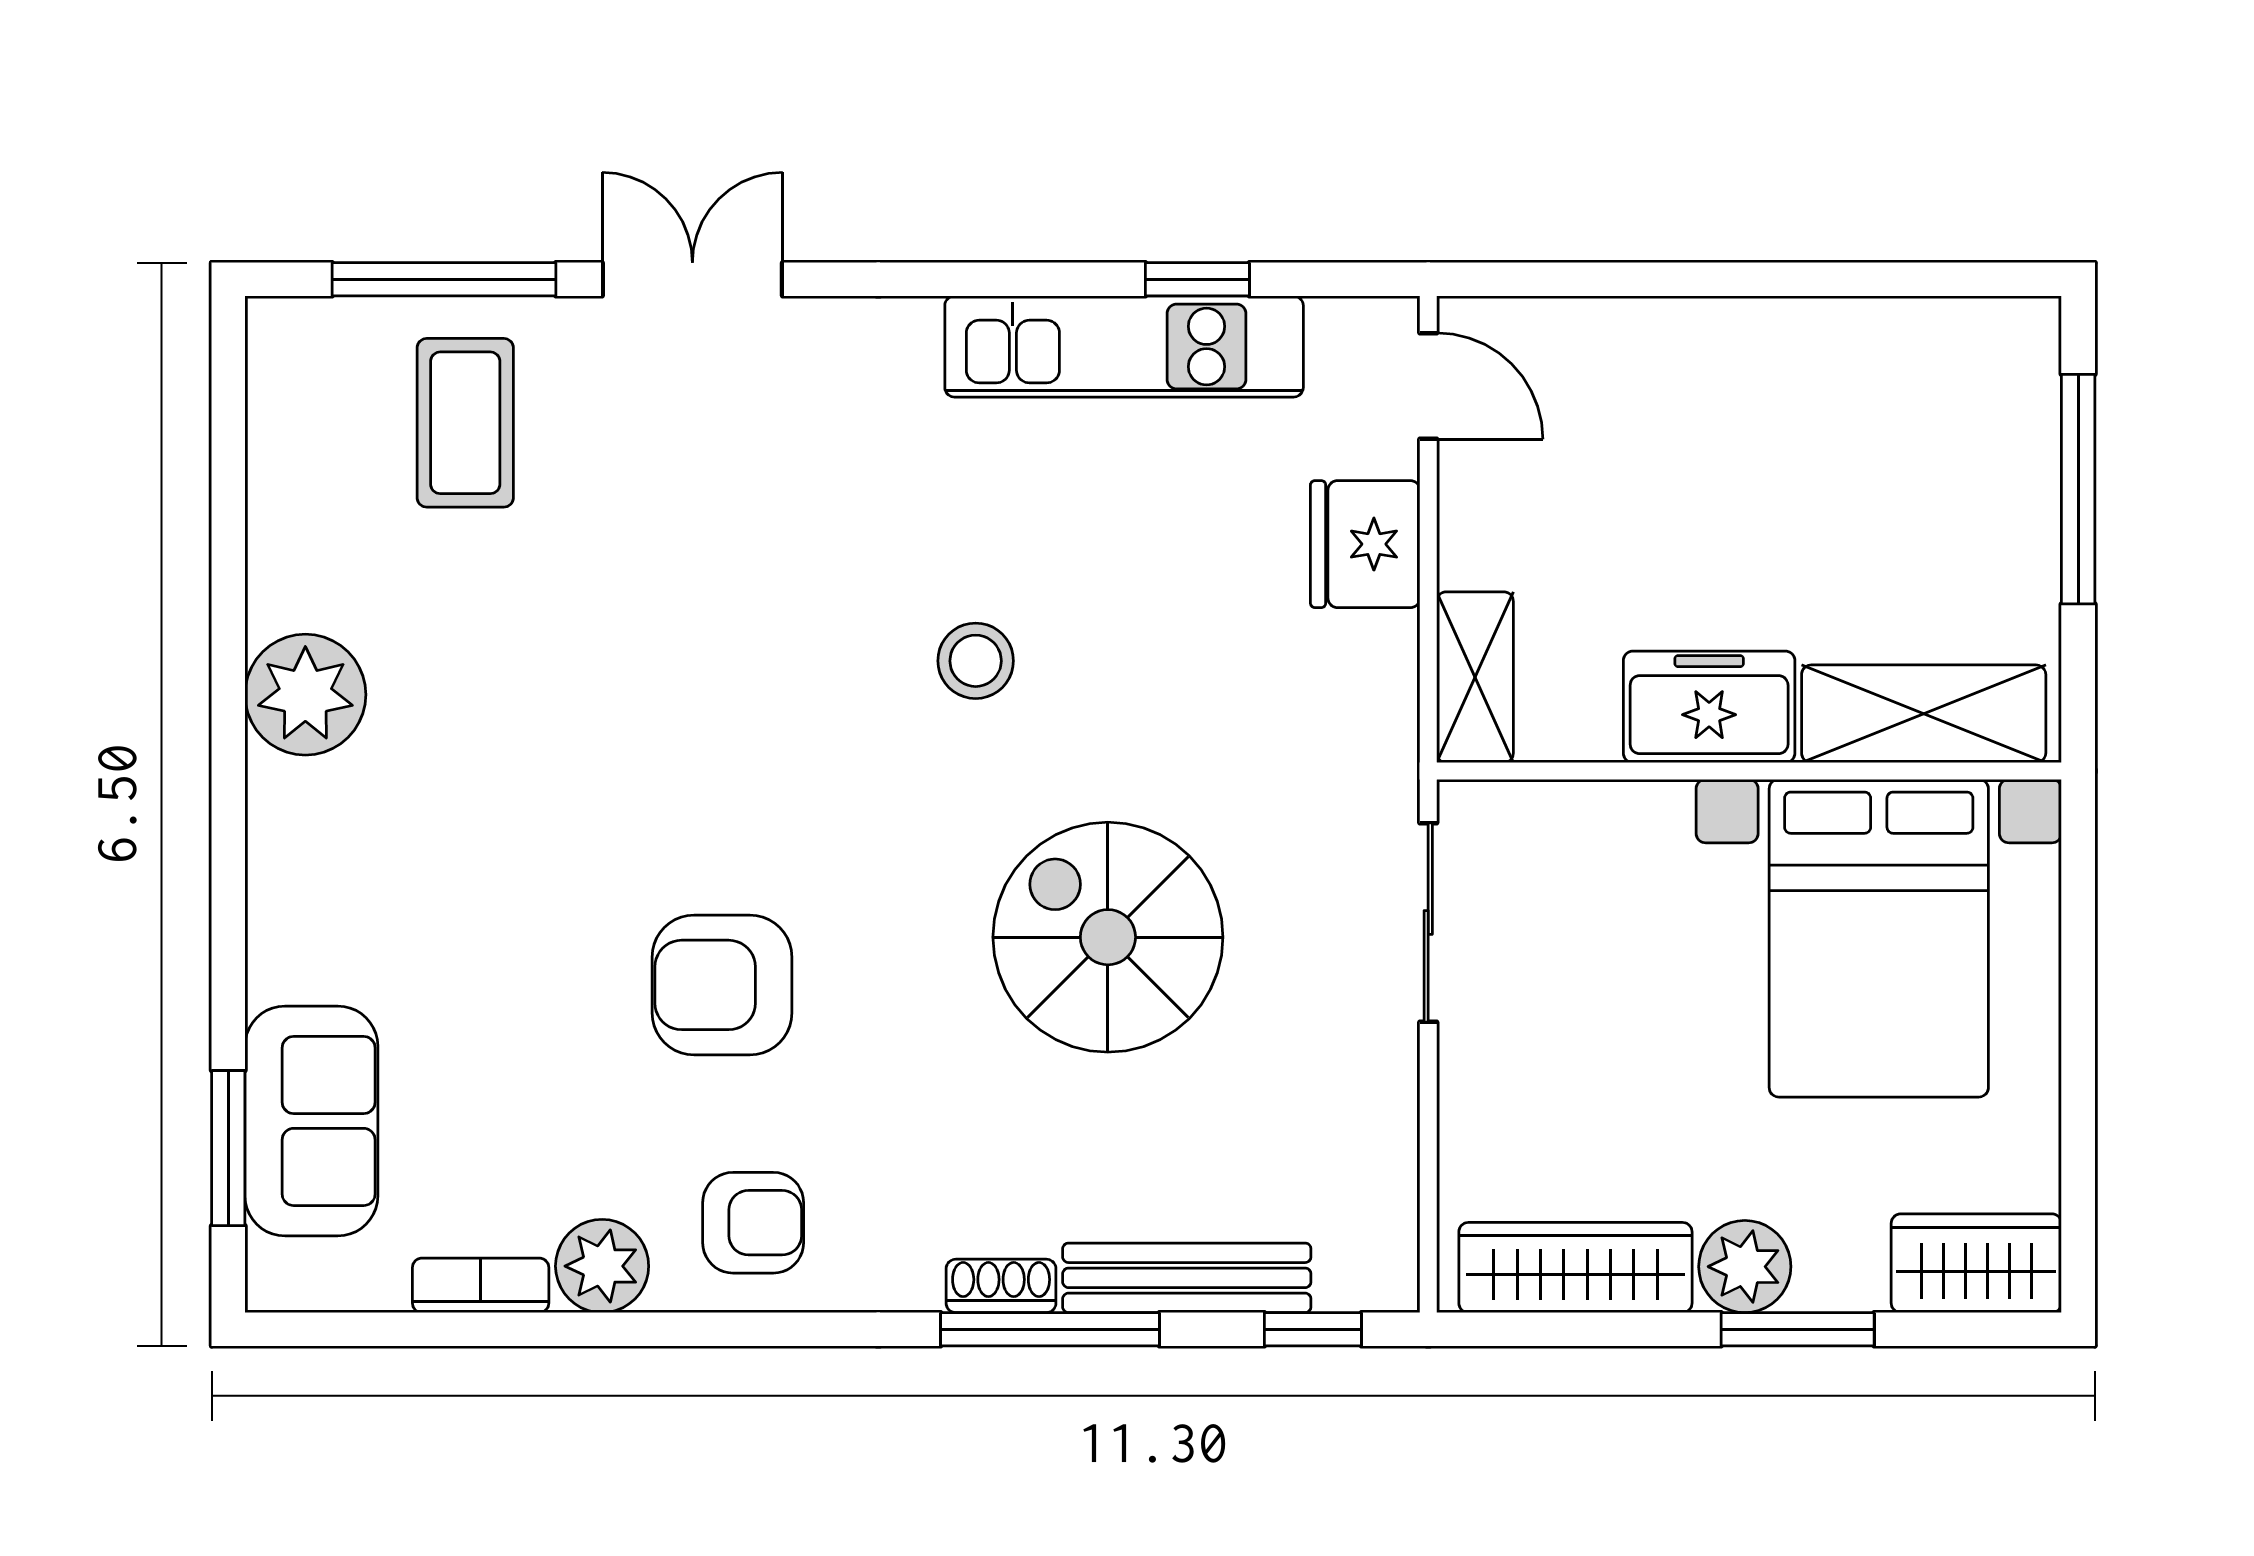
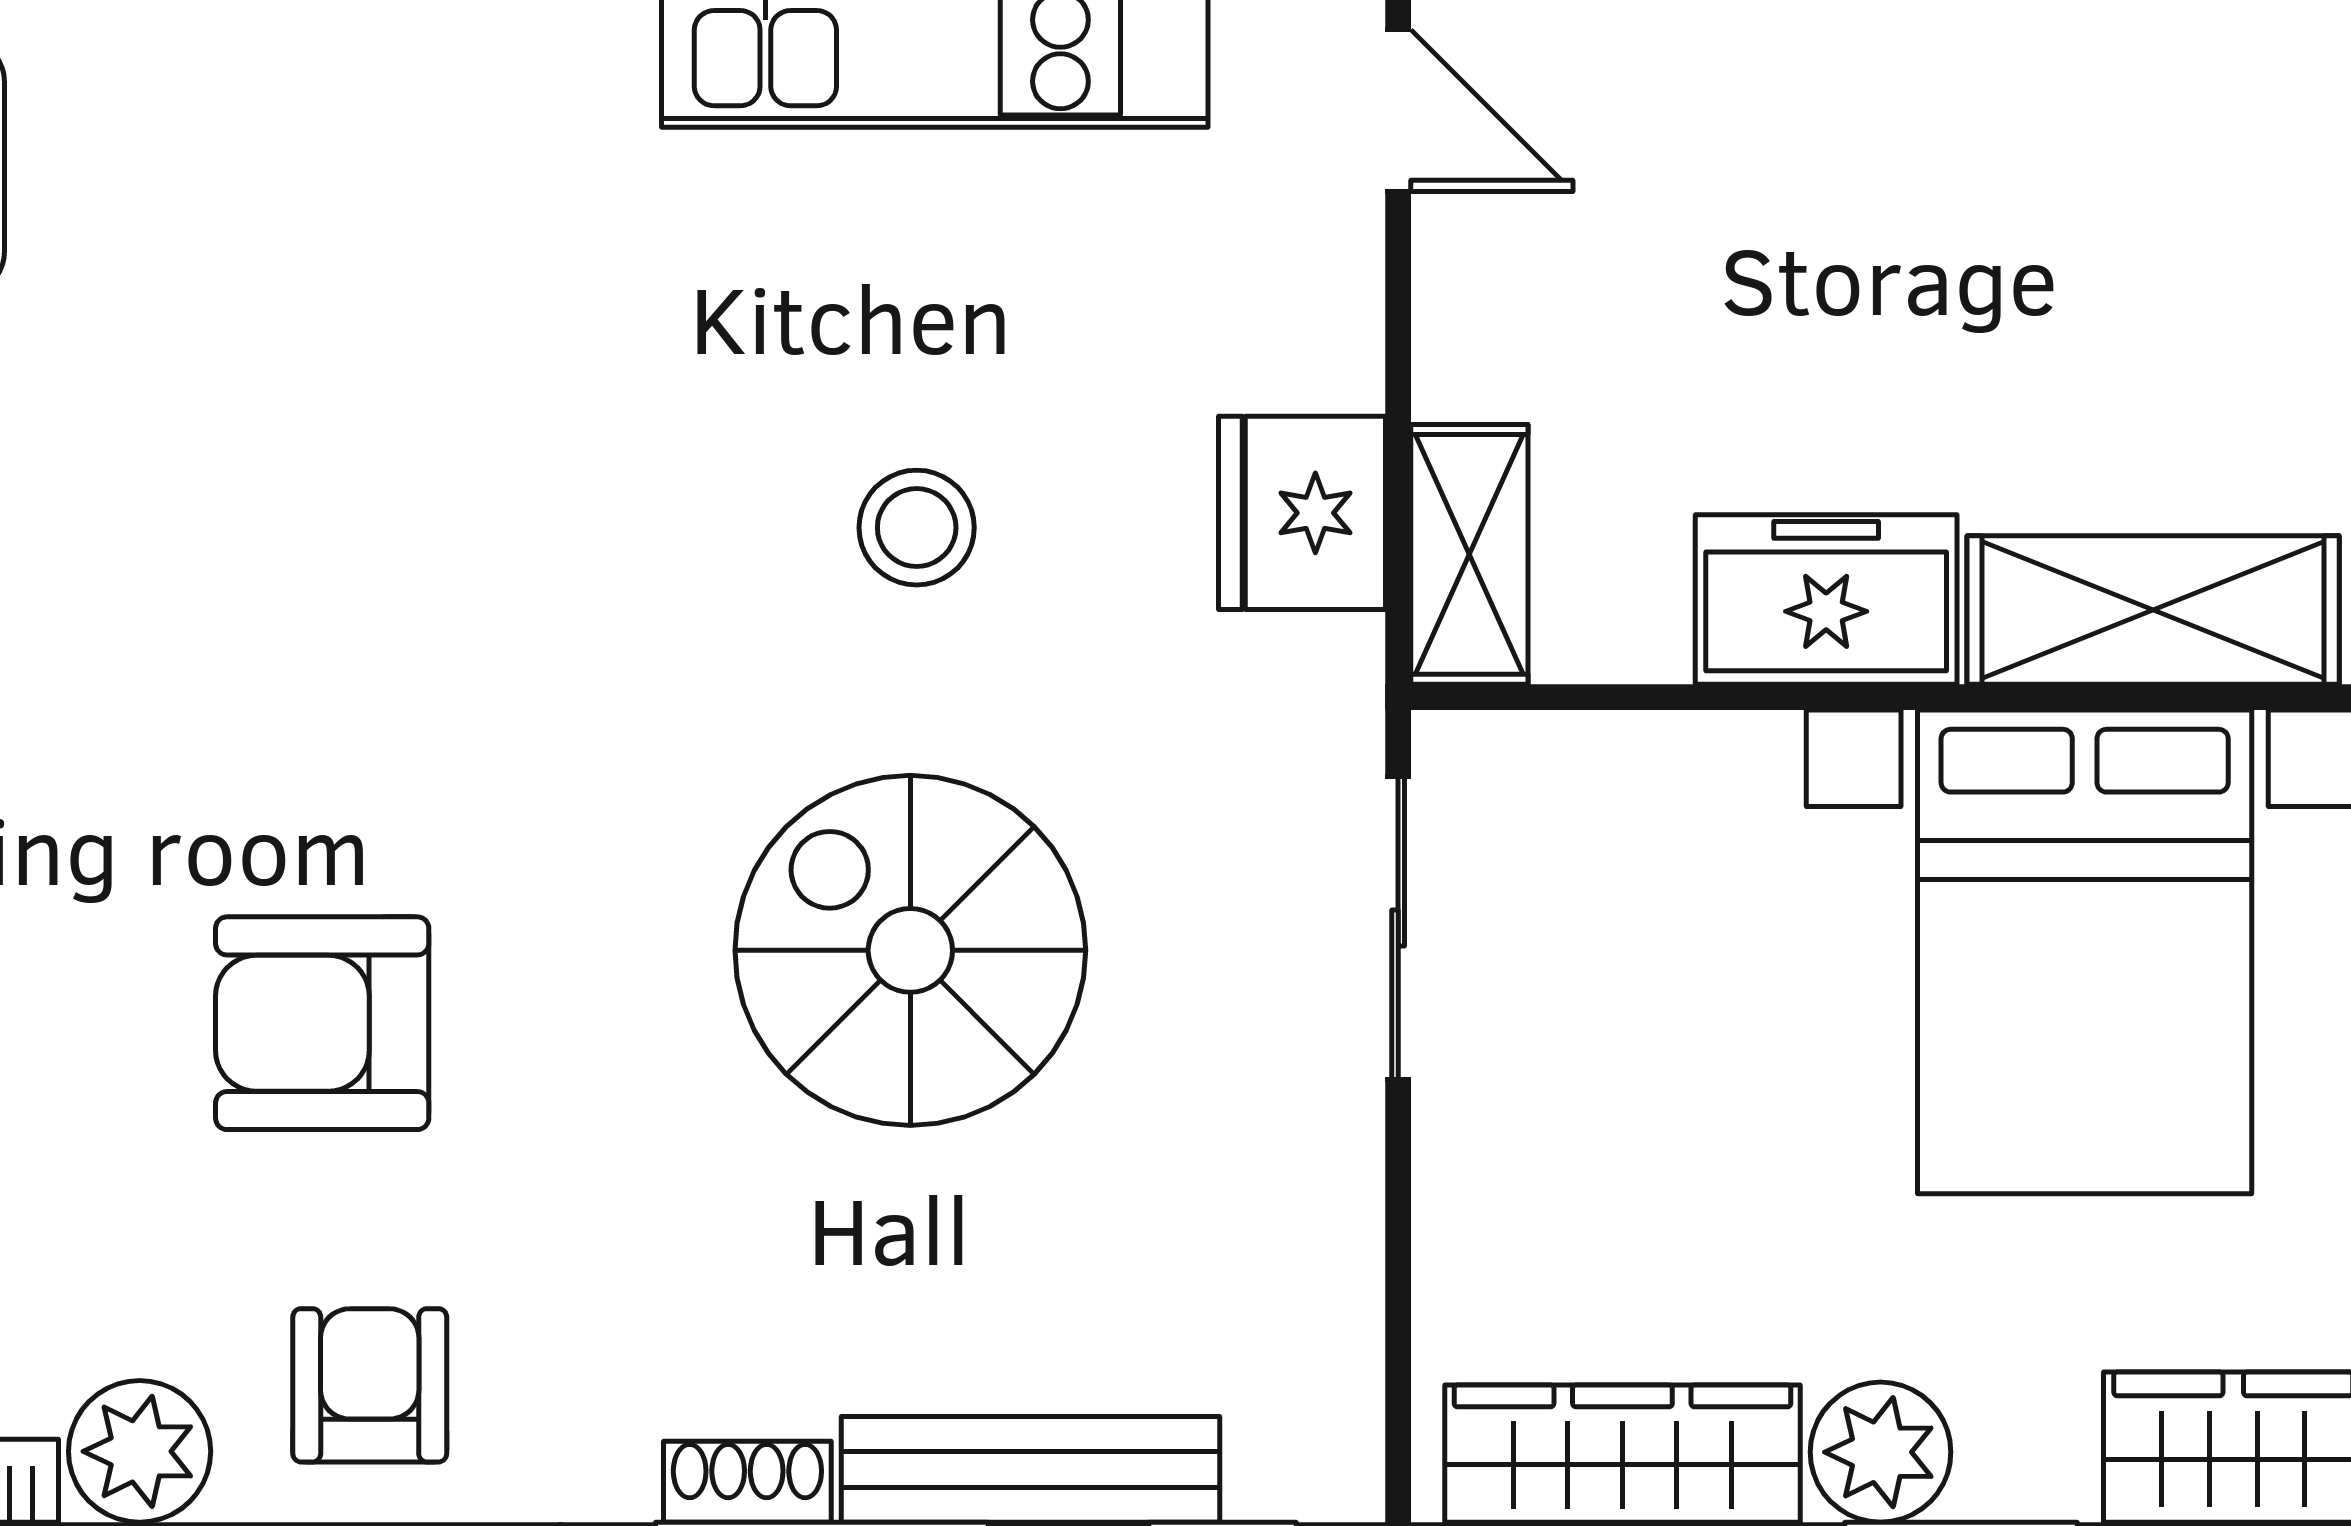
fridge: (1365, 544) -> (1302, 513), moved
stool: (976, 661) -> (917, 528), moved
armchair: (753, 1223) -> (370, 1385), turned -90

